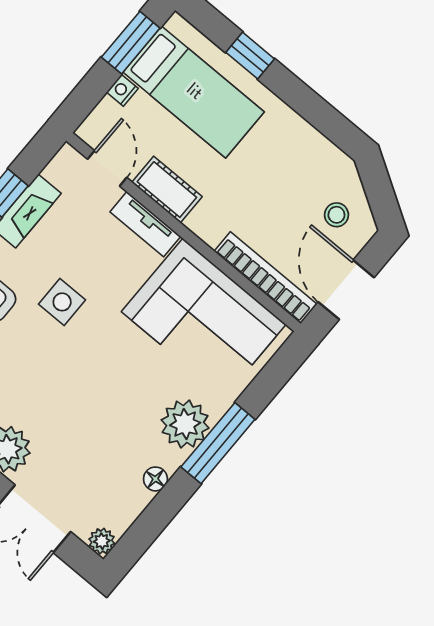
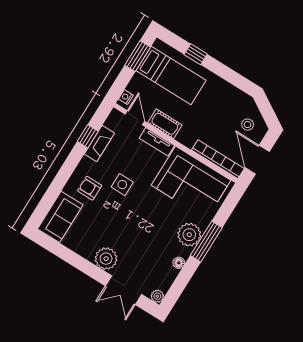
nightstand: (122, 90) -> (126, 97), moved

